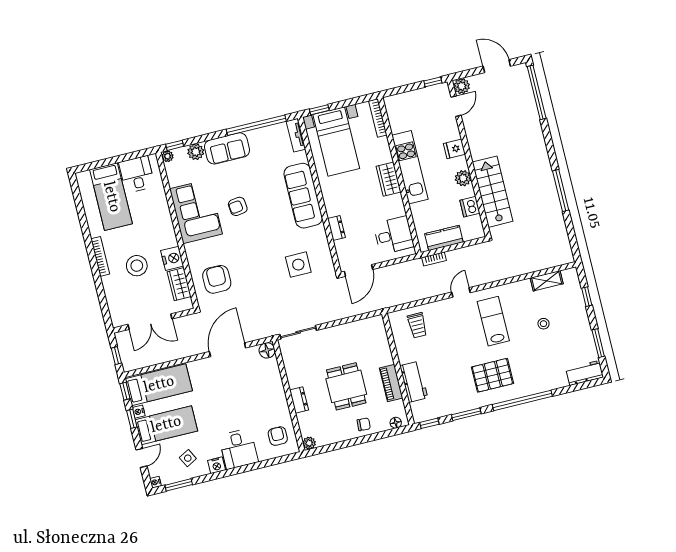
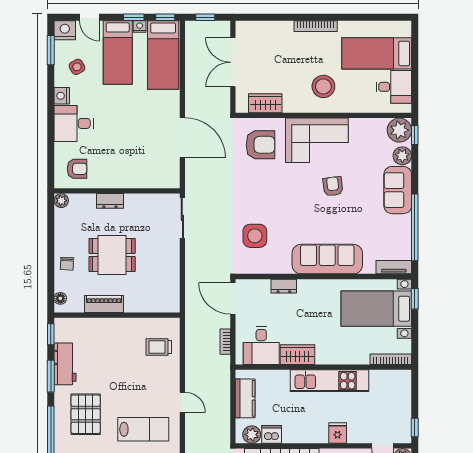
plant: (167, 156) -> (399, 130), width x1.88, depth x1.88
plant: (463, 178) -> (252, 435), moved
wardrobe: (389, 179) -> (297, 355), moved
corner sofa: (196, 211) -> (317, 140), moved
nightstand: (172, 258) -> (295, 103), removed
bookcase: (434, 259) -> (225, 342), moved
stool: (137, 266) -> (323, 86), moved
floor lamp: (267, 350) -> (171, 180), removed
workbench: (414, 382) -> (65, 364), moved, turned -90
nightstand: (155, 482) -> (65, 30), width x1.89, depth x1.79

